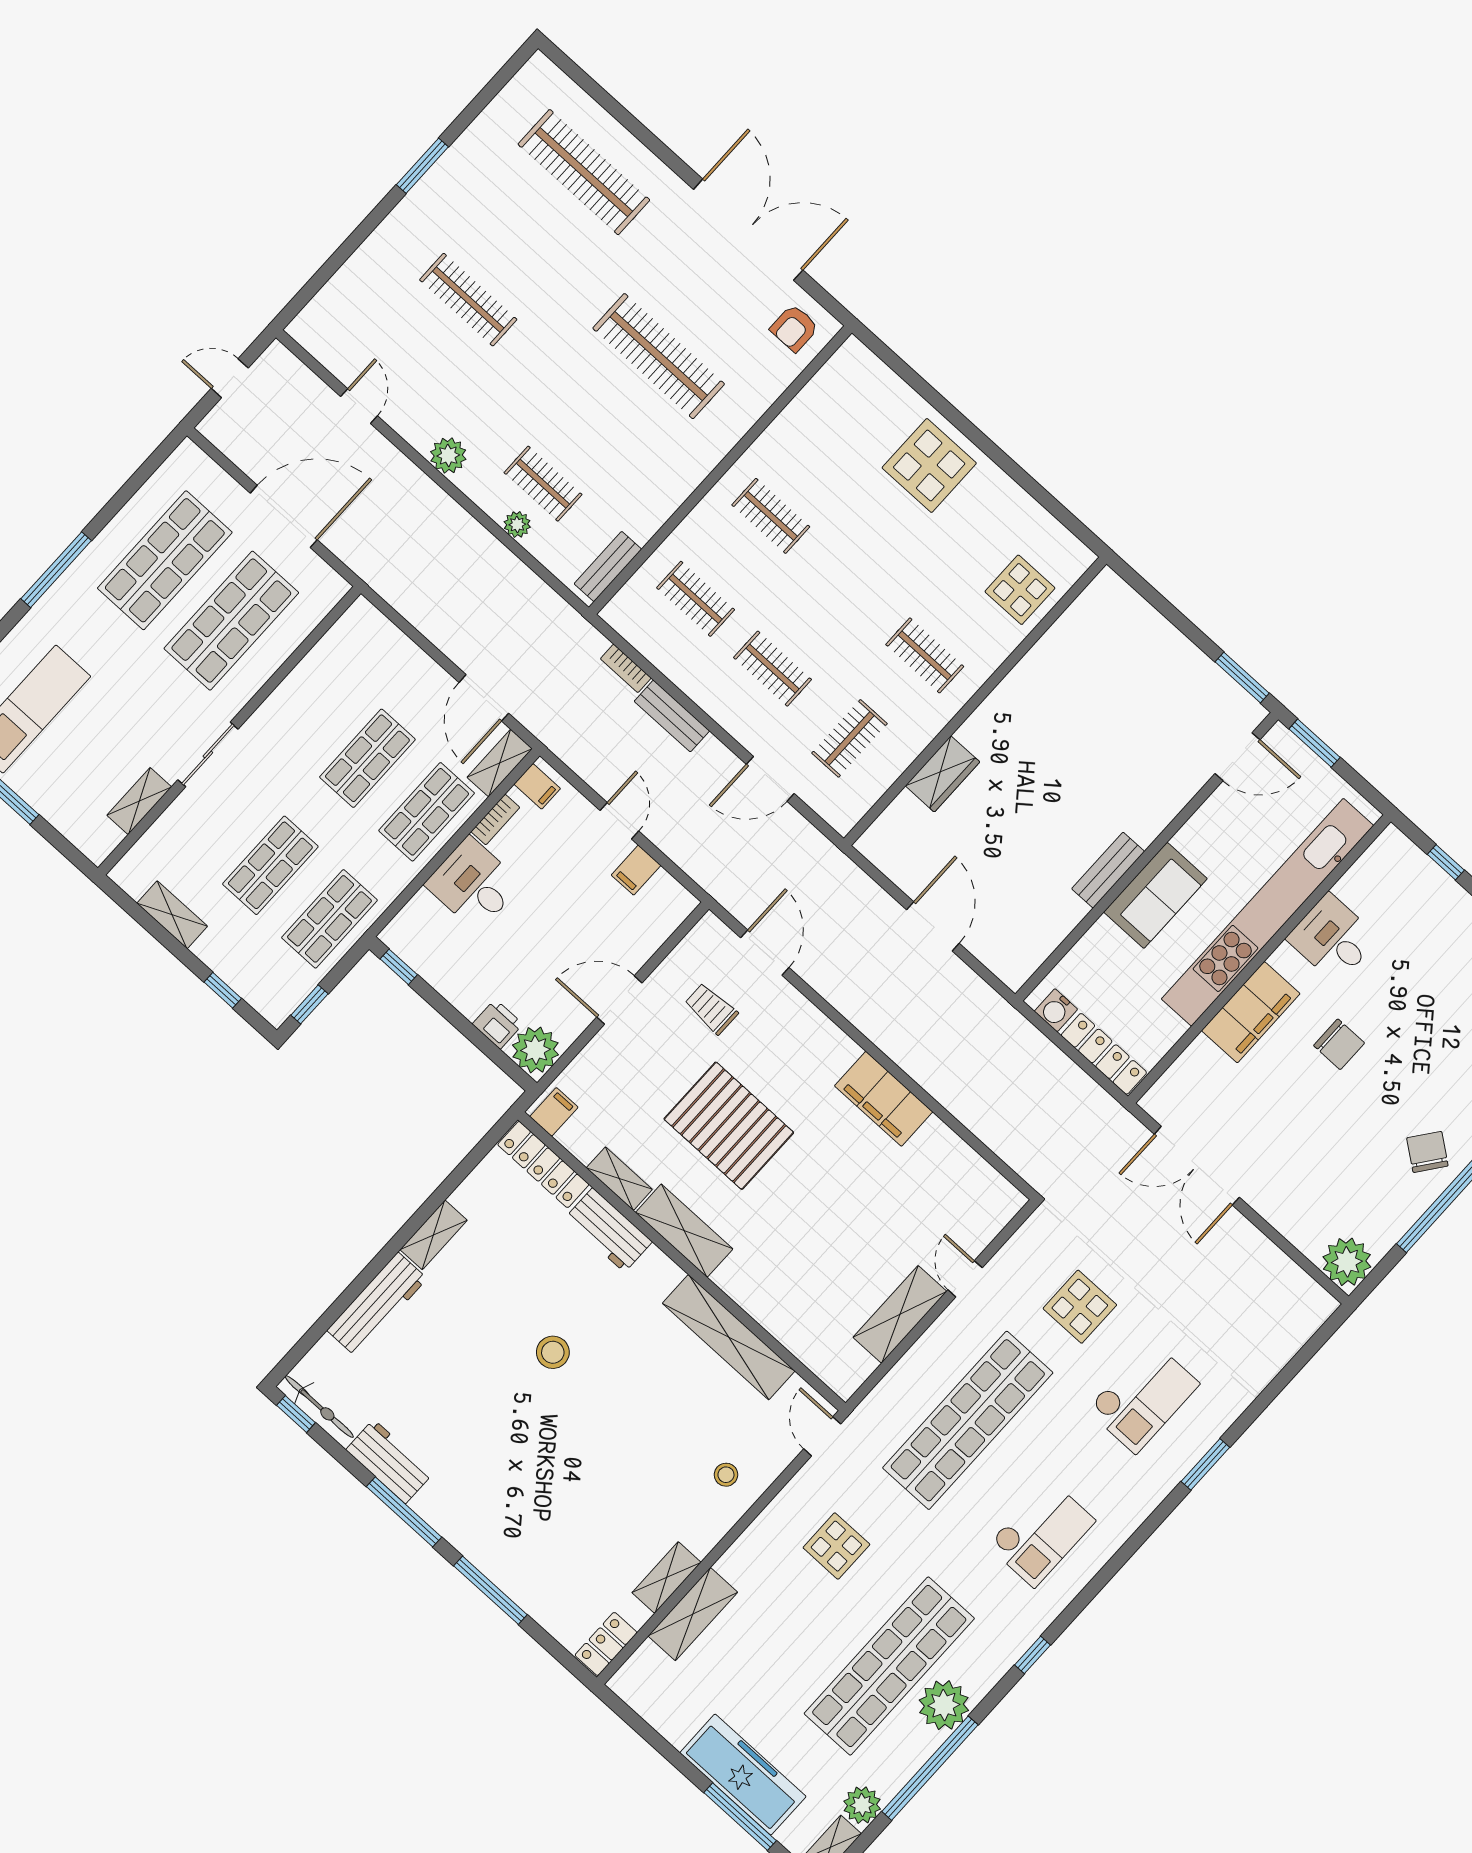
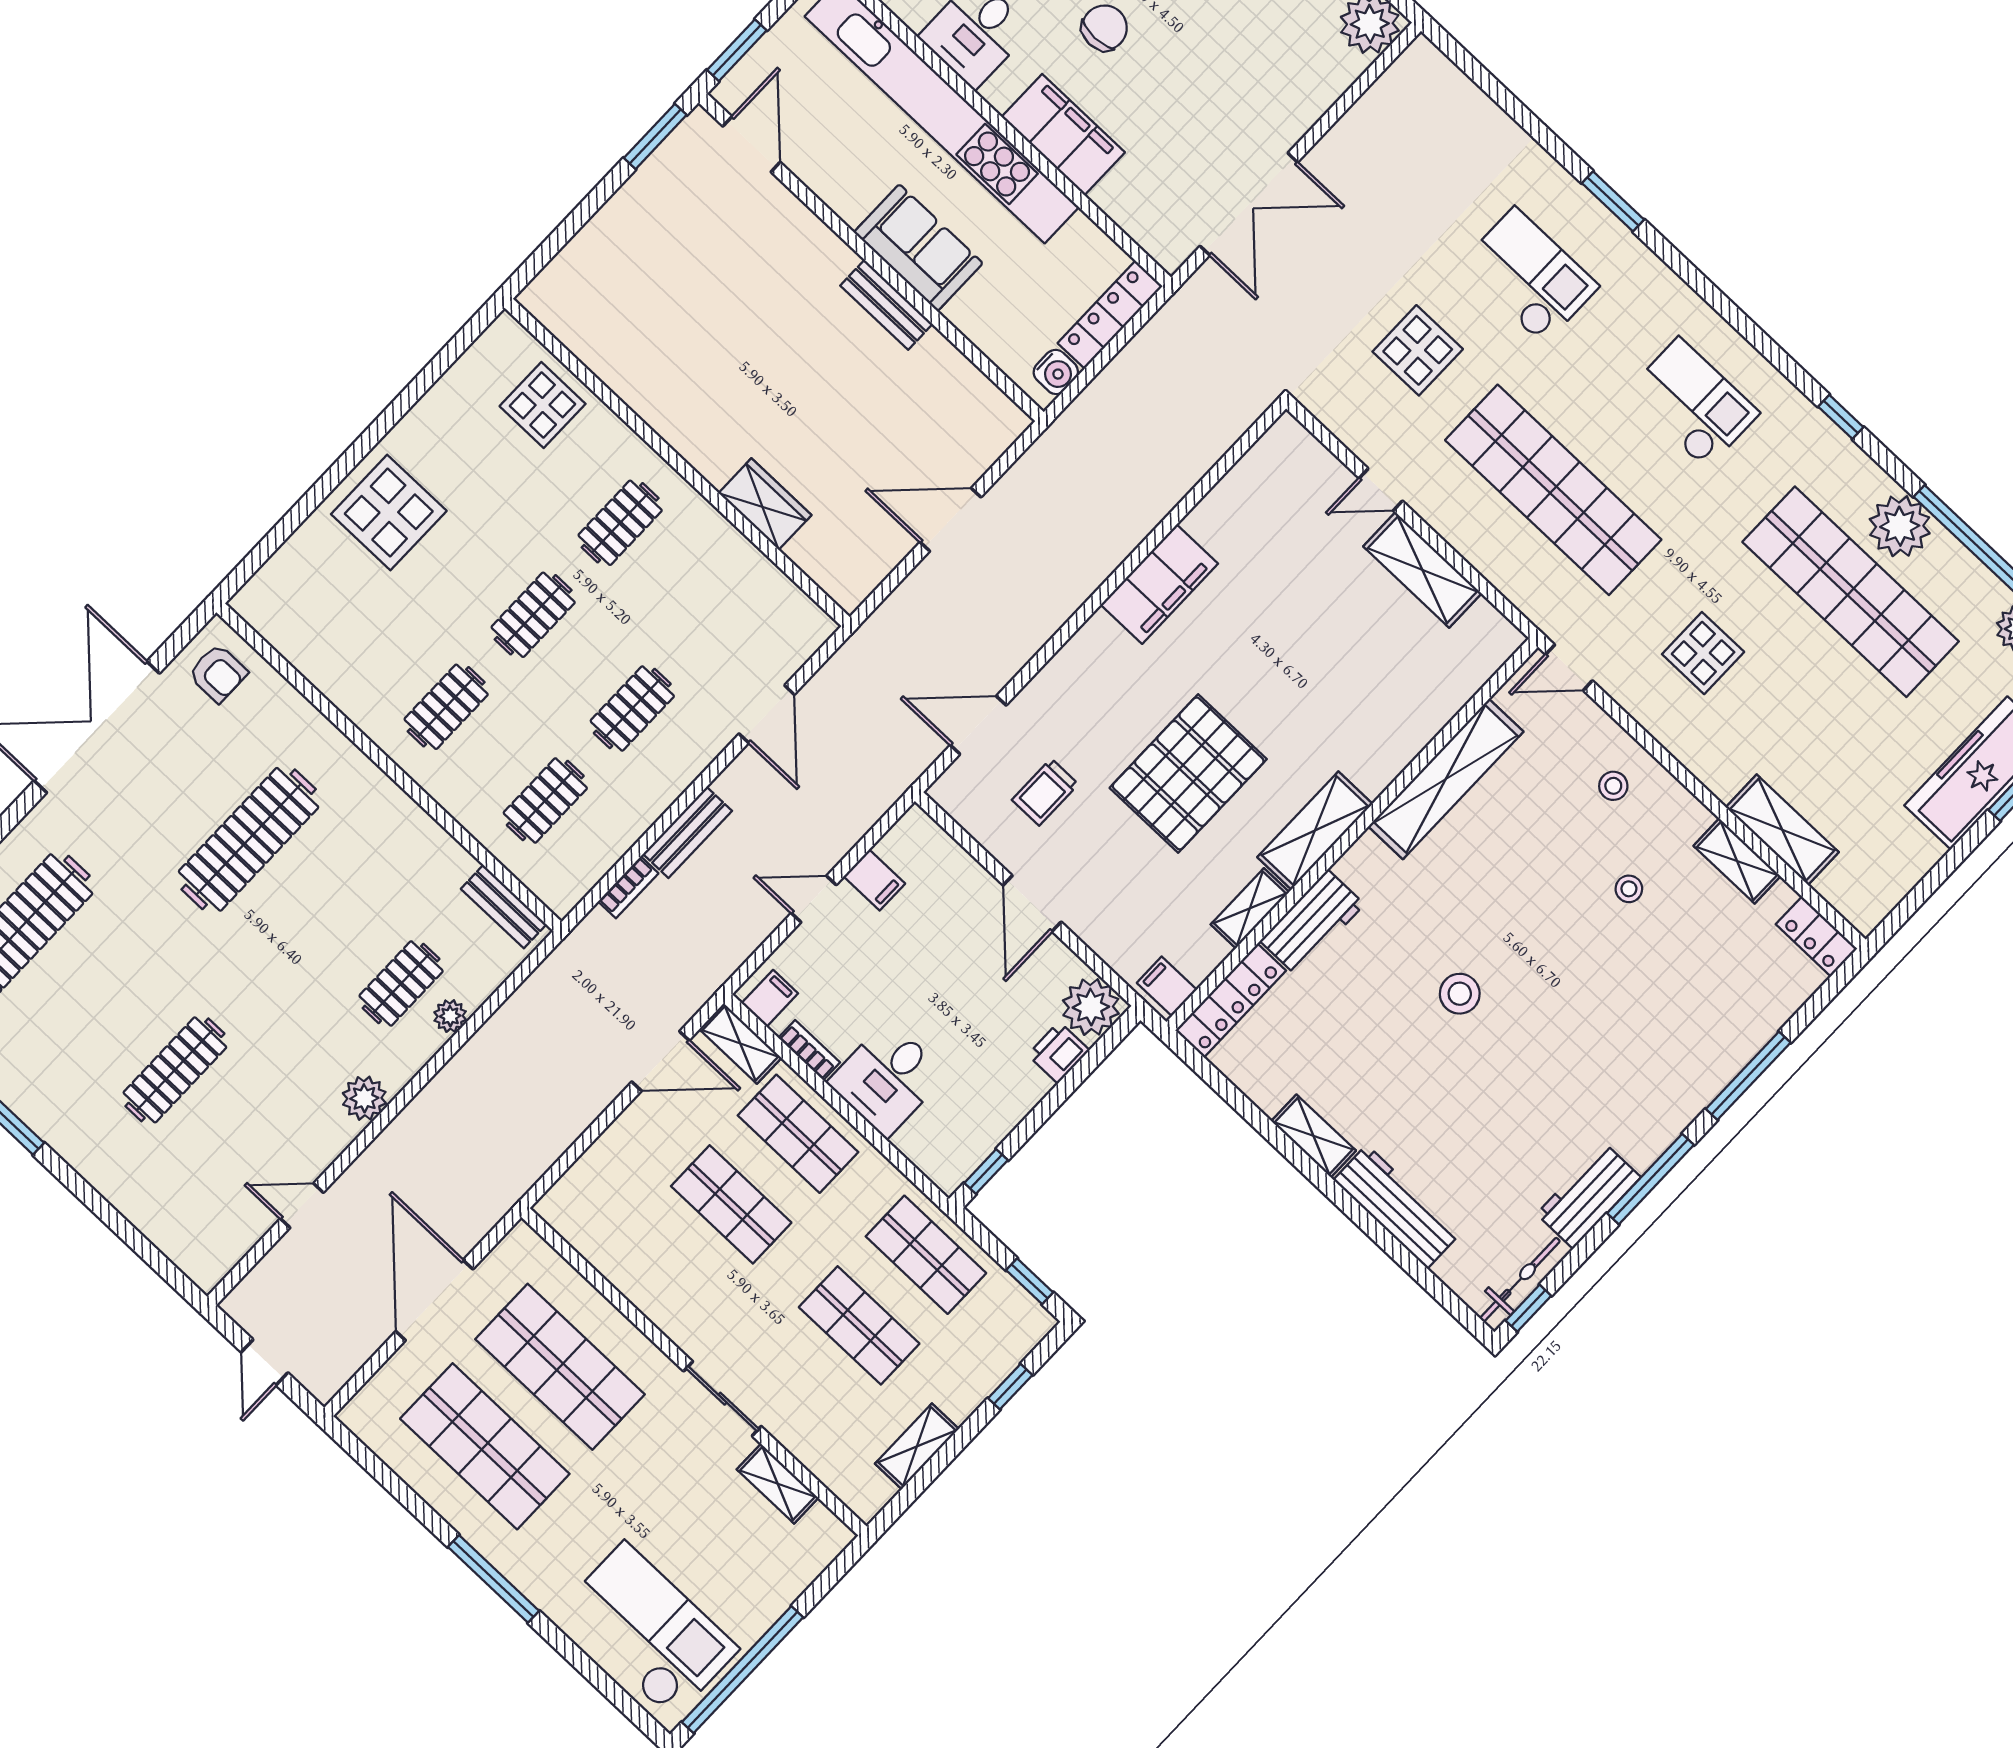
clothes rail: (849, 738) -> (533, 615), moved, turned 90
stool: (642, 1489) -> (1629, 889), added

